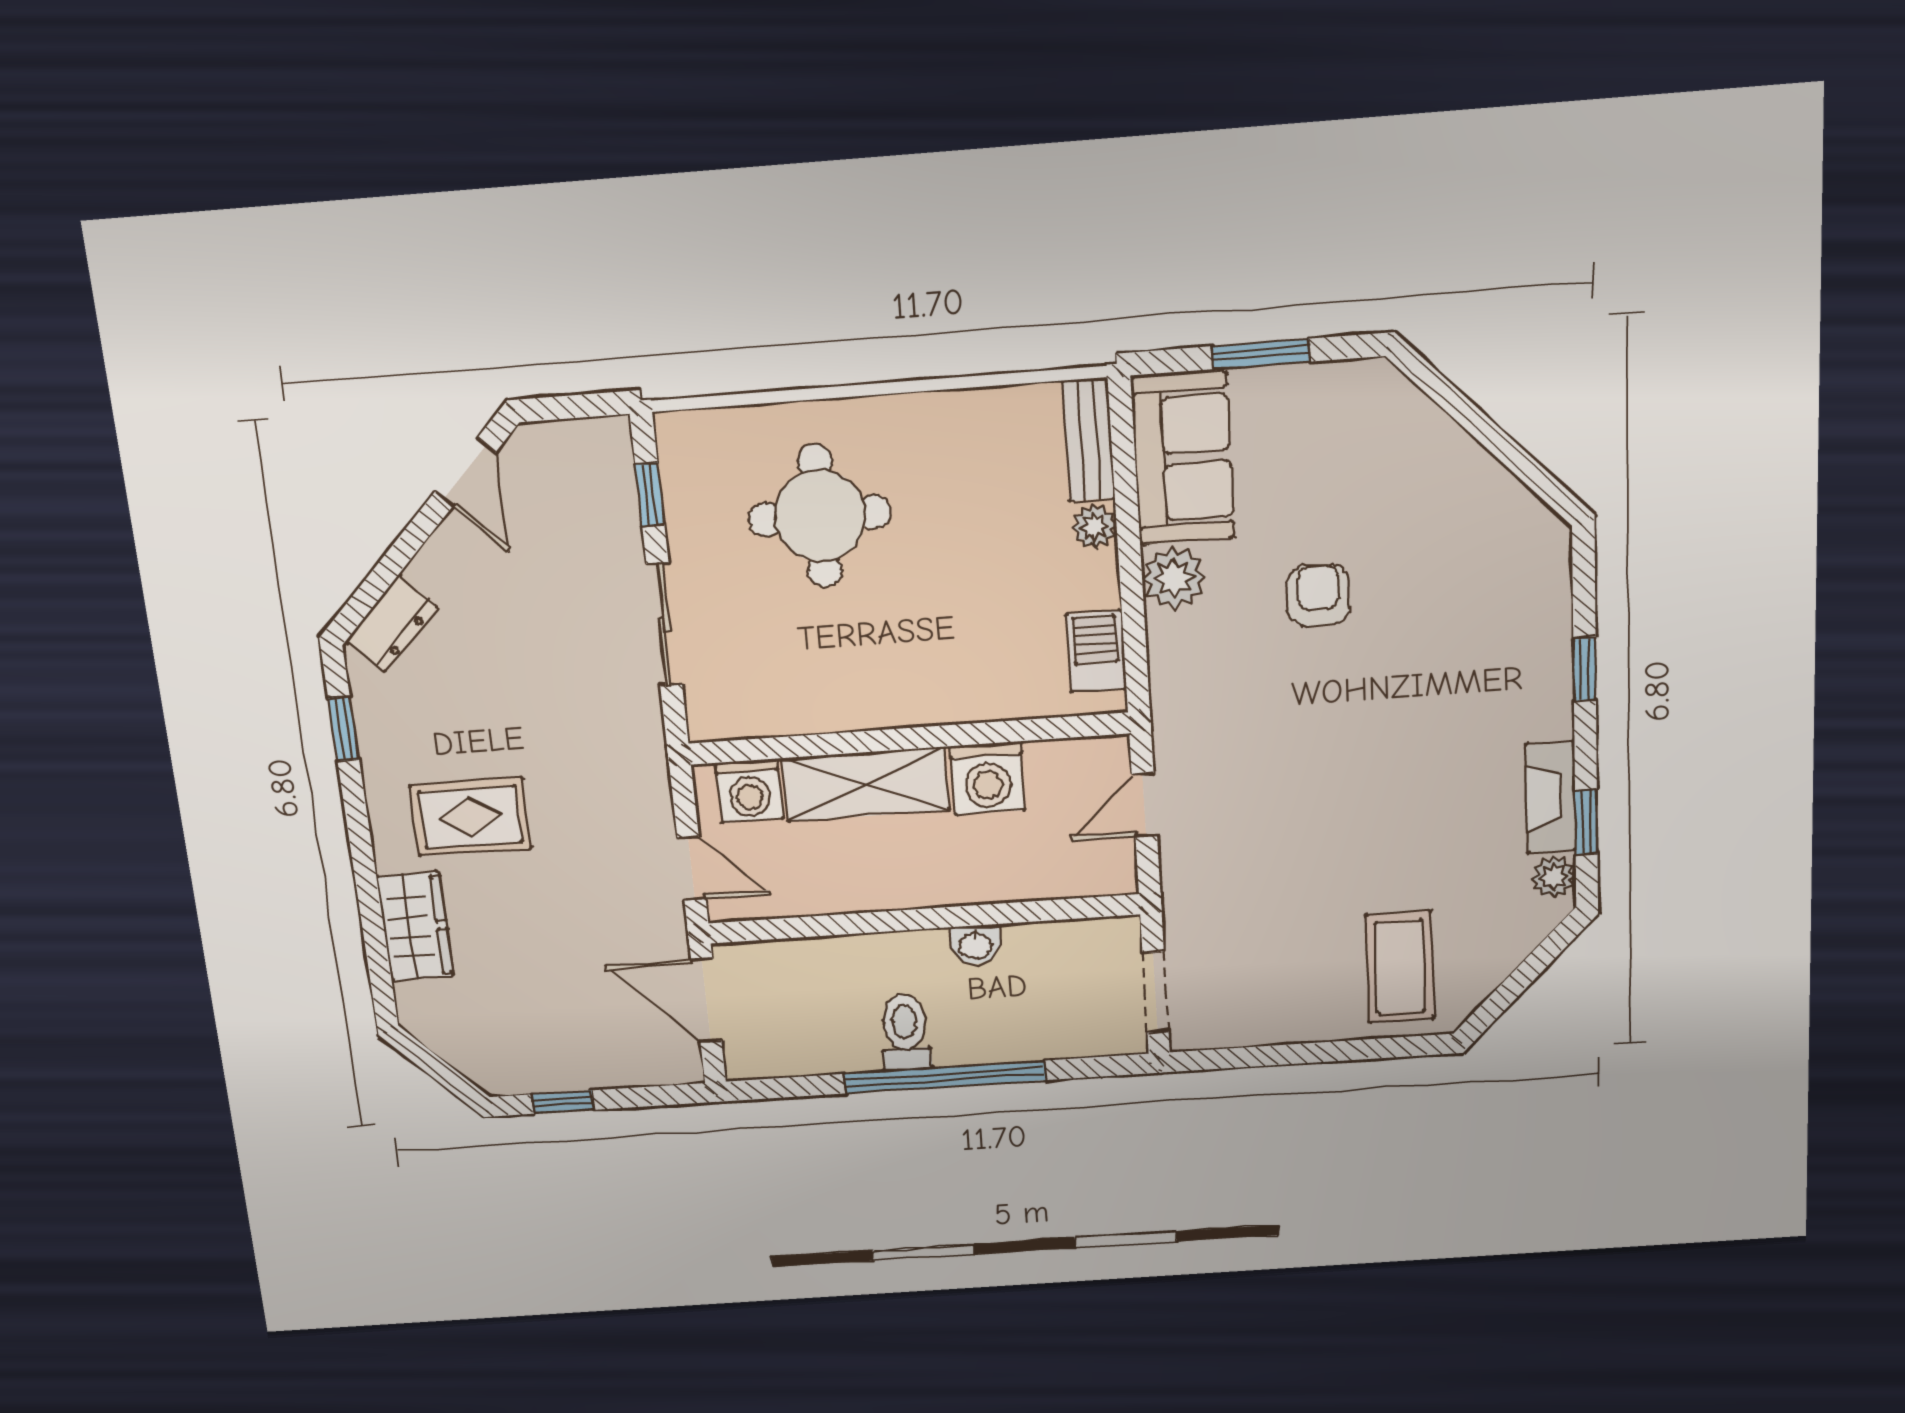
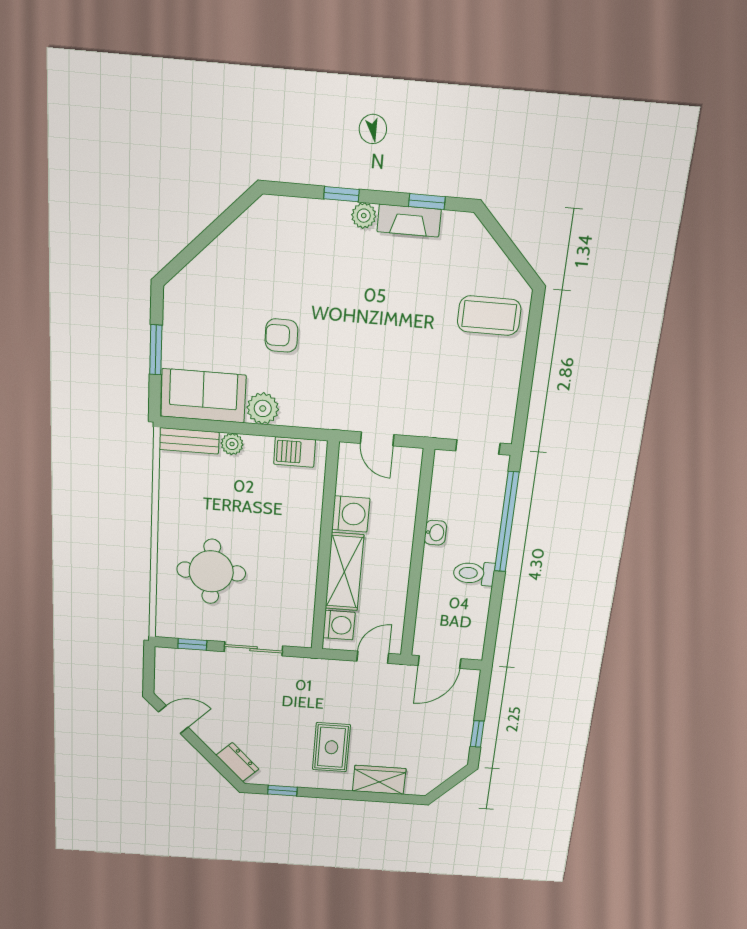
plant: (1554, 877) -> (364, 216), moved
window: (945, 1077) -> (507, 522), moved

